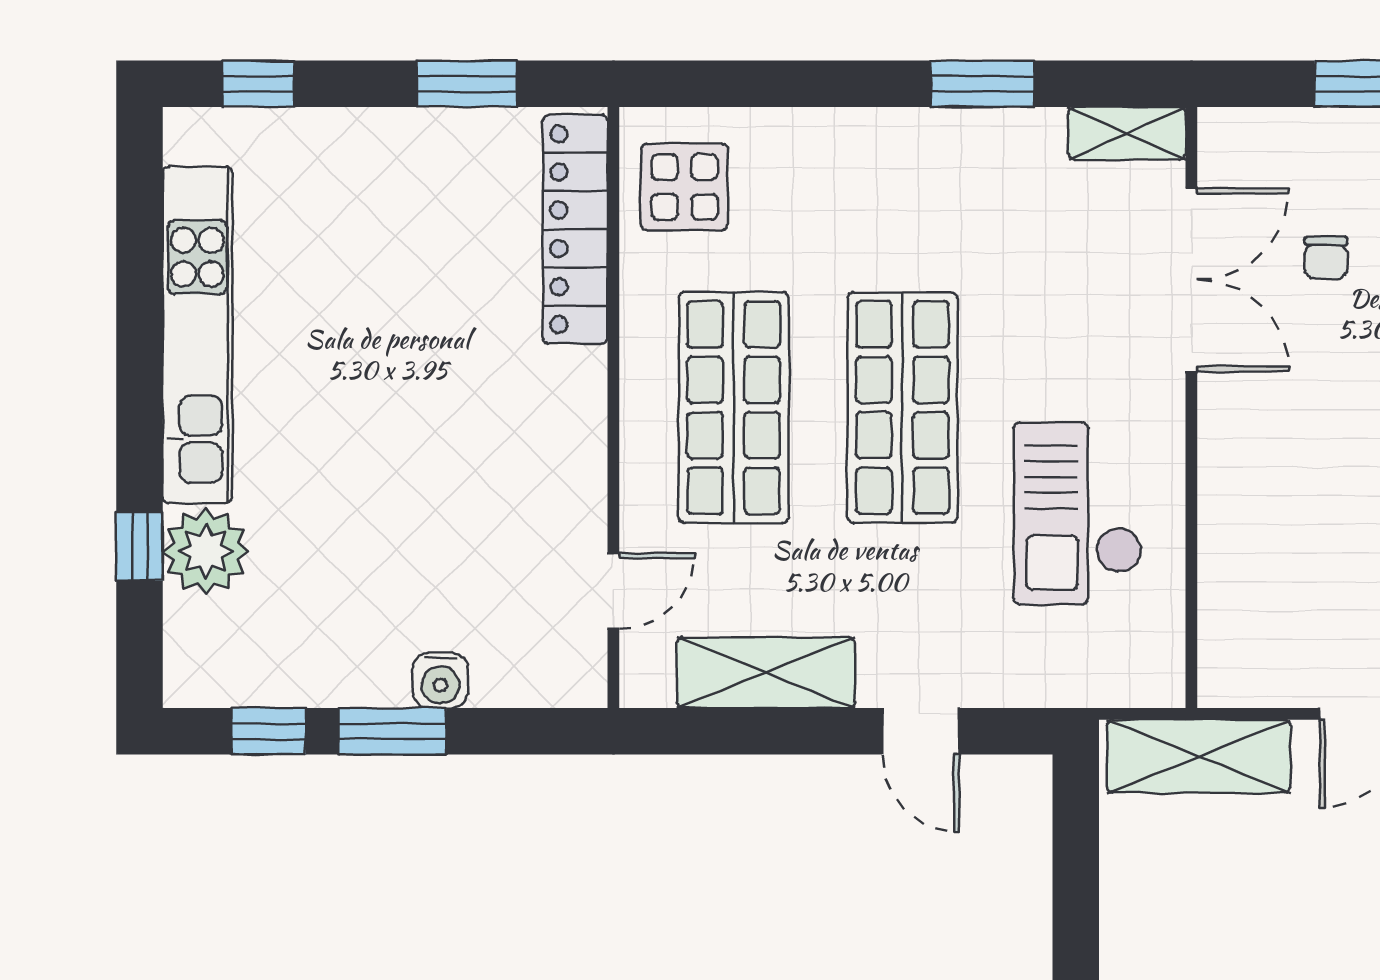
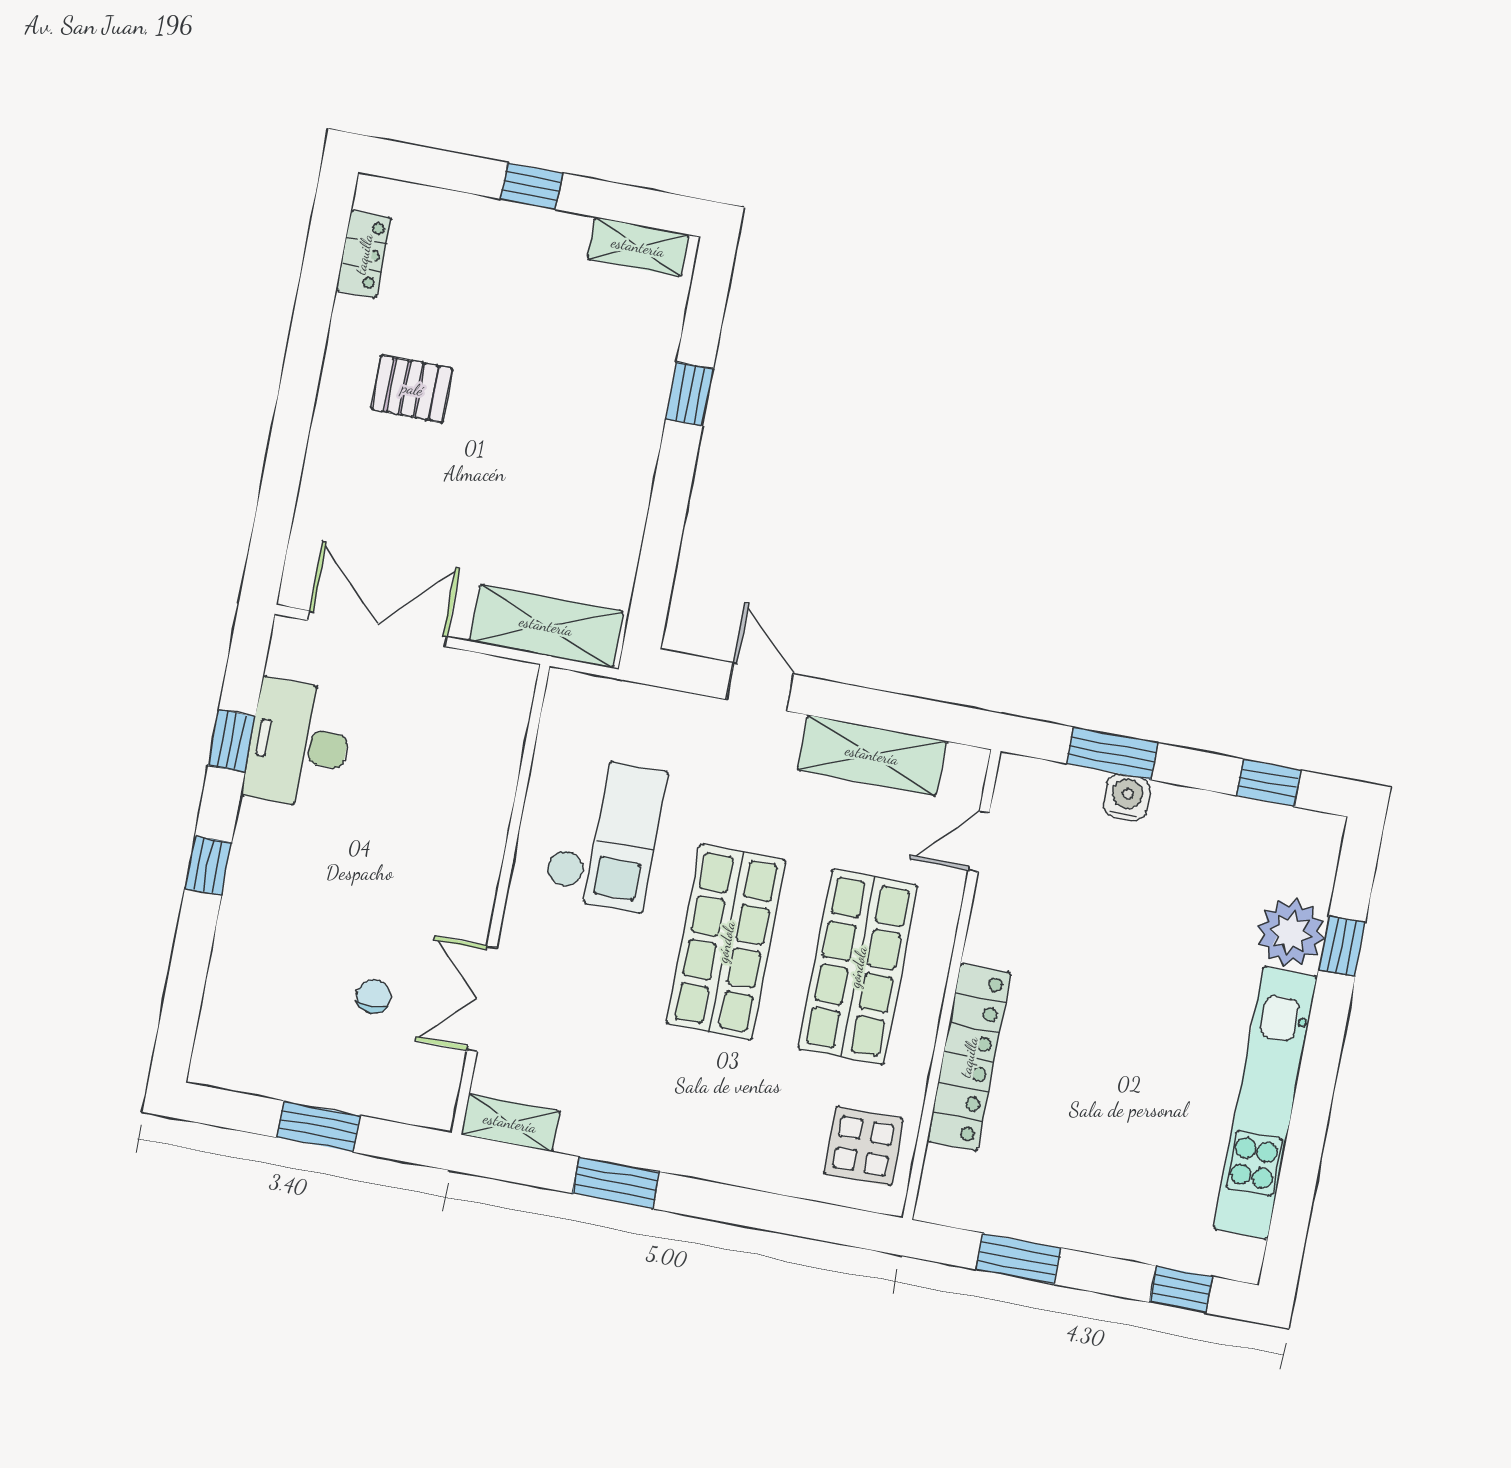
locker: (575, 229) -> (969, 1057), moved
double door: (1191, 280) -> (482, 999), width x0.73
window: (393, 731) -> (1112, 753), moved

